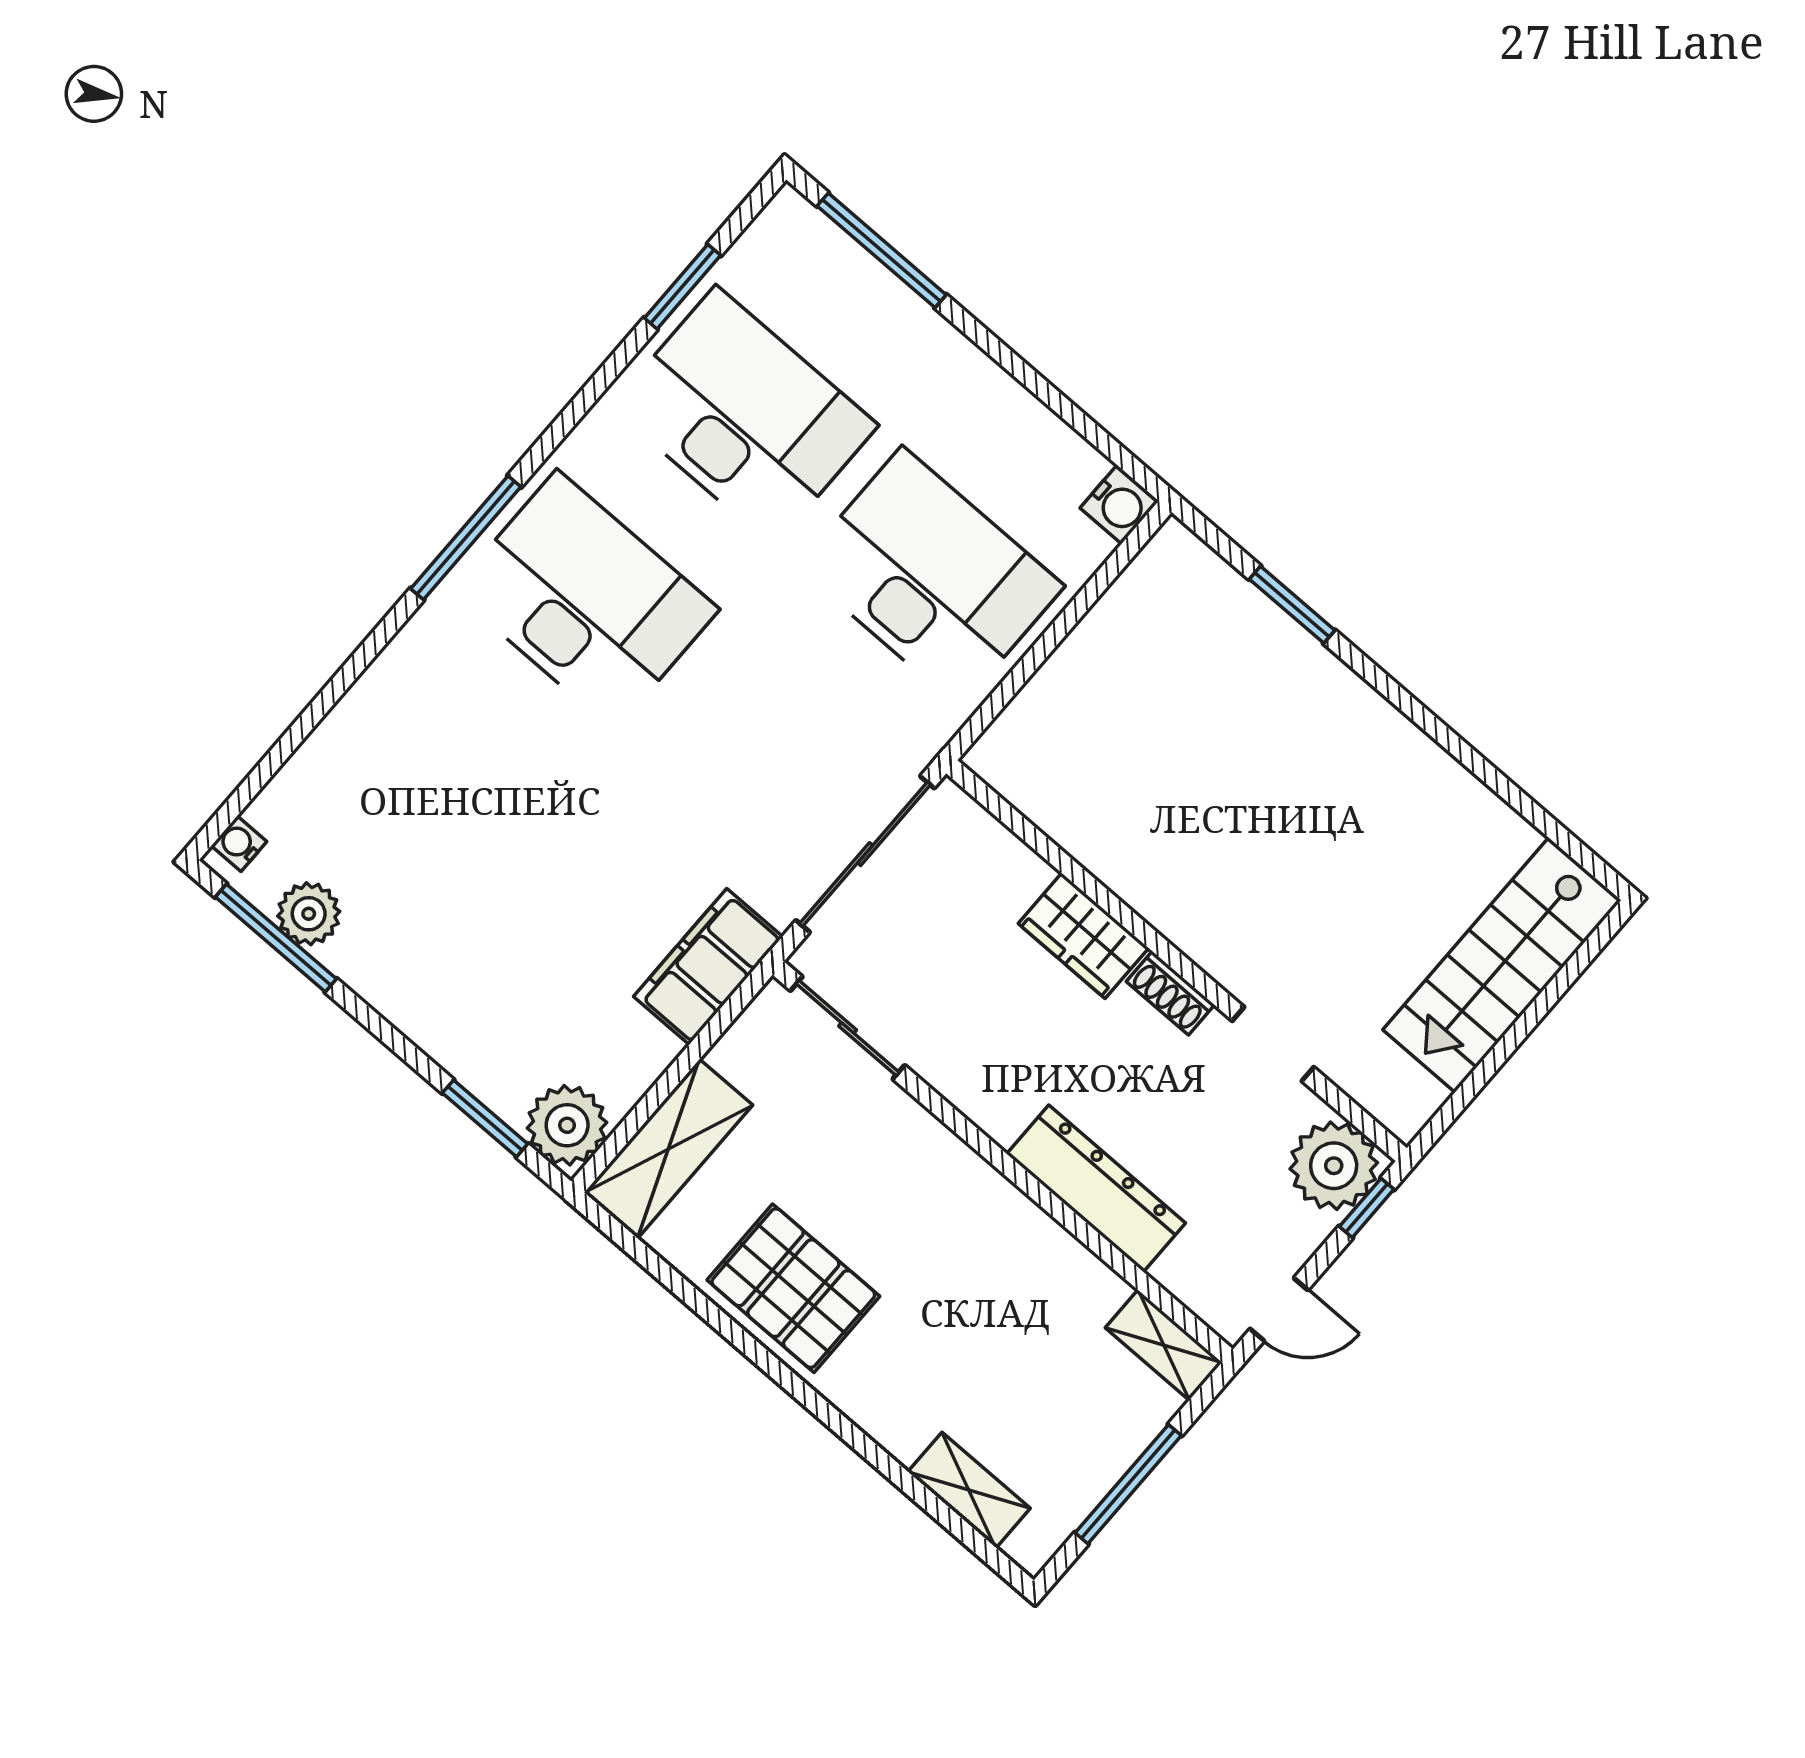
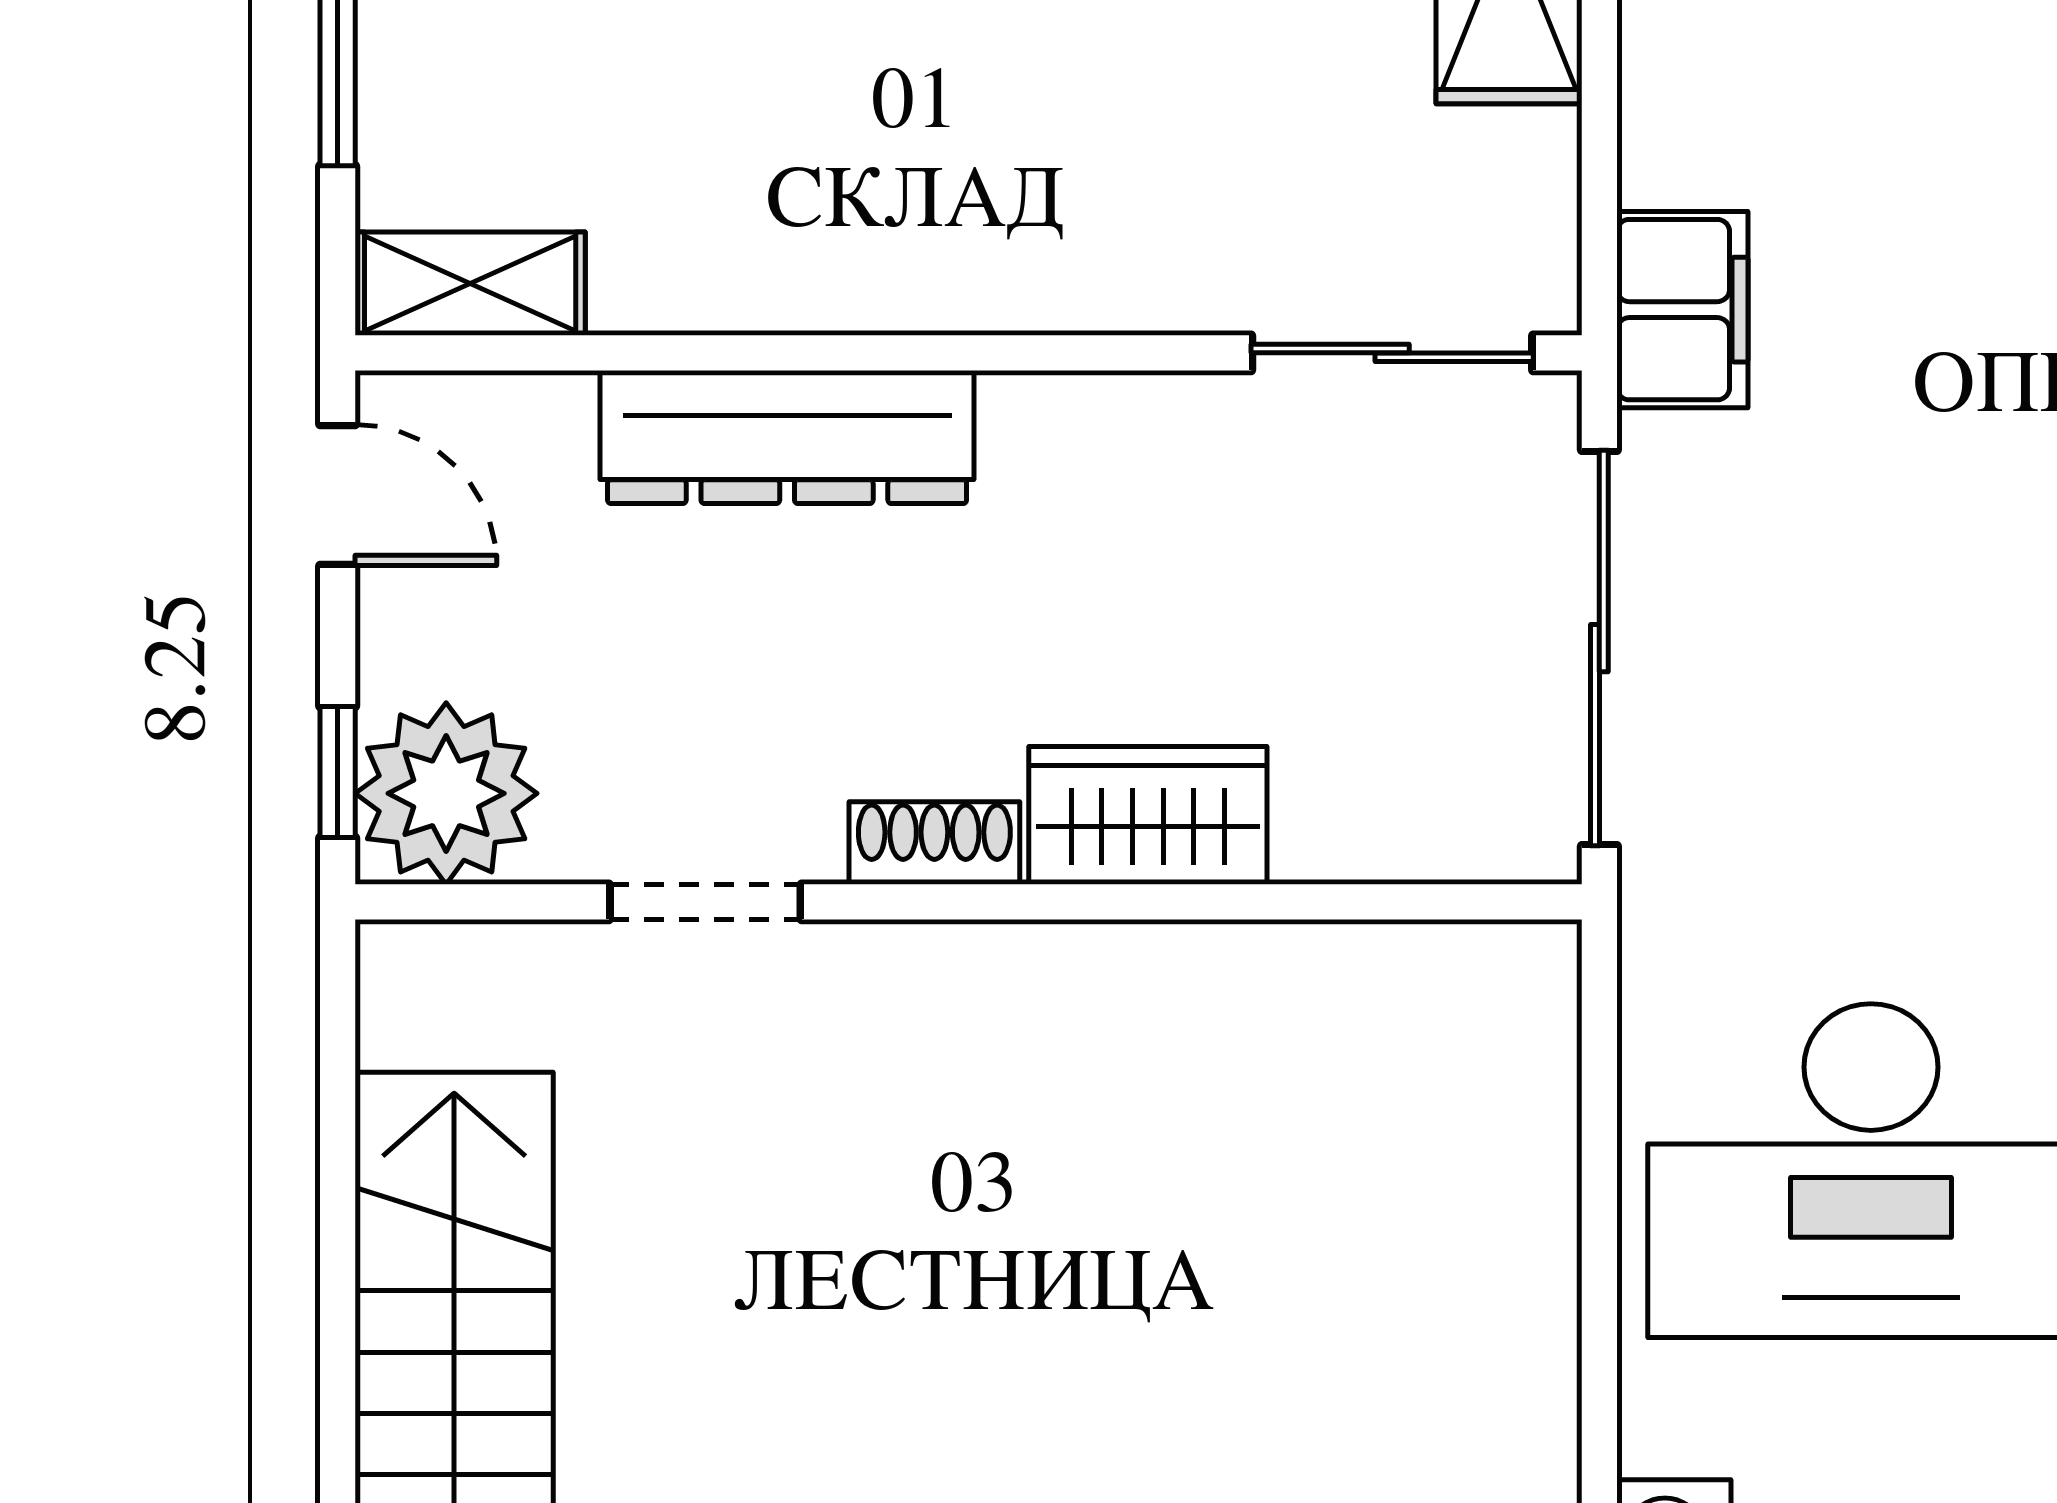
filing cabinet: (708, 967) -> (1682, 310), width x0.67, depth x0.86
door: (1279, 1309) -> (338, 495), swing flipped

